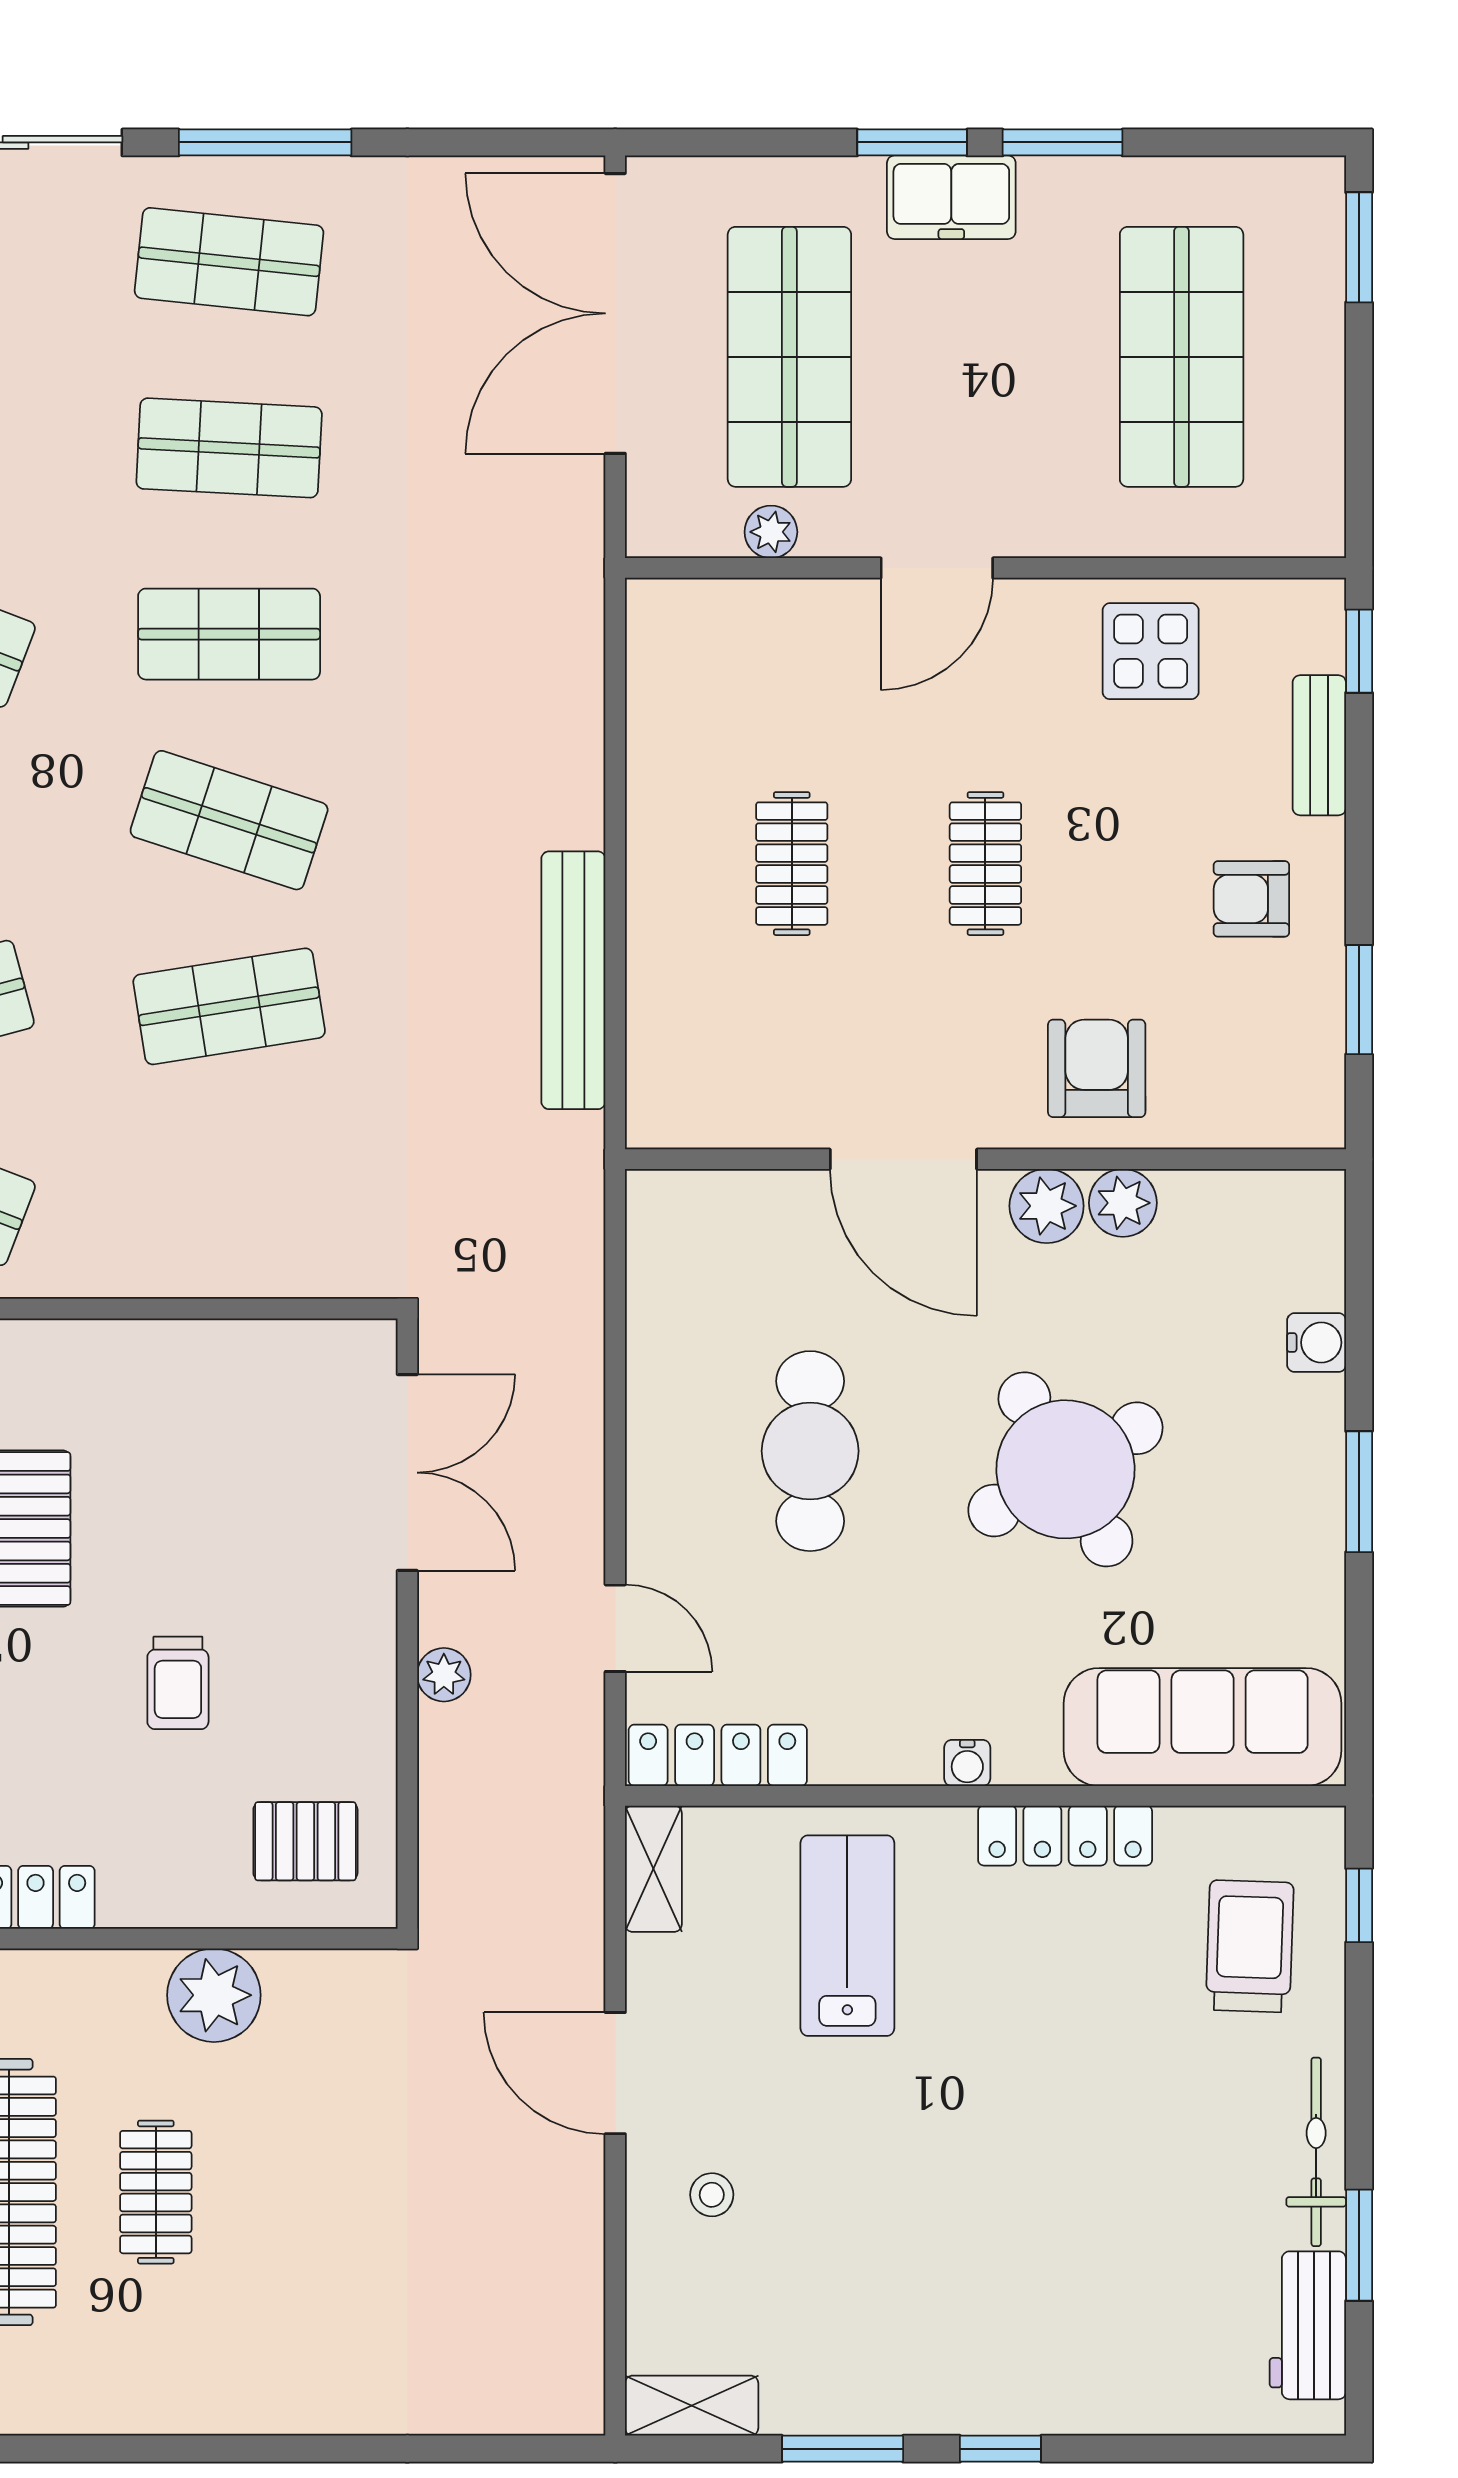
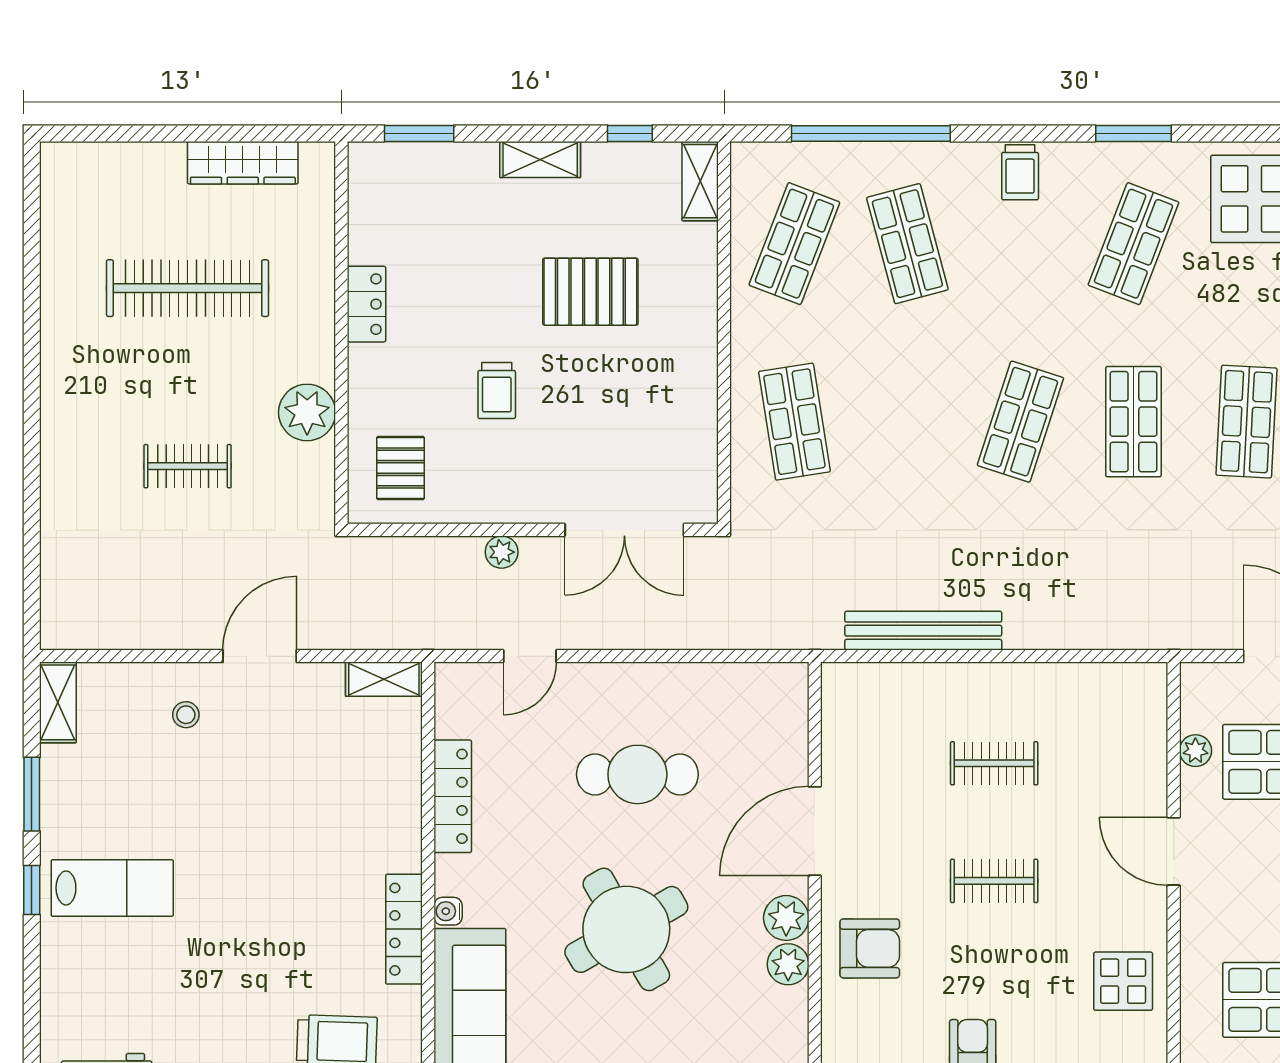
shop shelf: (229, 1006) -> (794, 422), moved
trolley: (178, 1683) -> (497, 391), turned -90
locker: (718, 1755) -> (453, 796), moved
water cooler: (967, 1763) -> (448, 911), moved
lab bench: (847, 1936) -> (112, 888), moved
clothes rail: (156, 2192) -> (188, 466), moved

